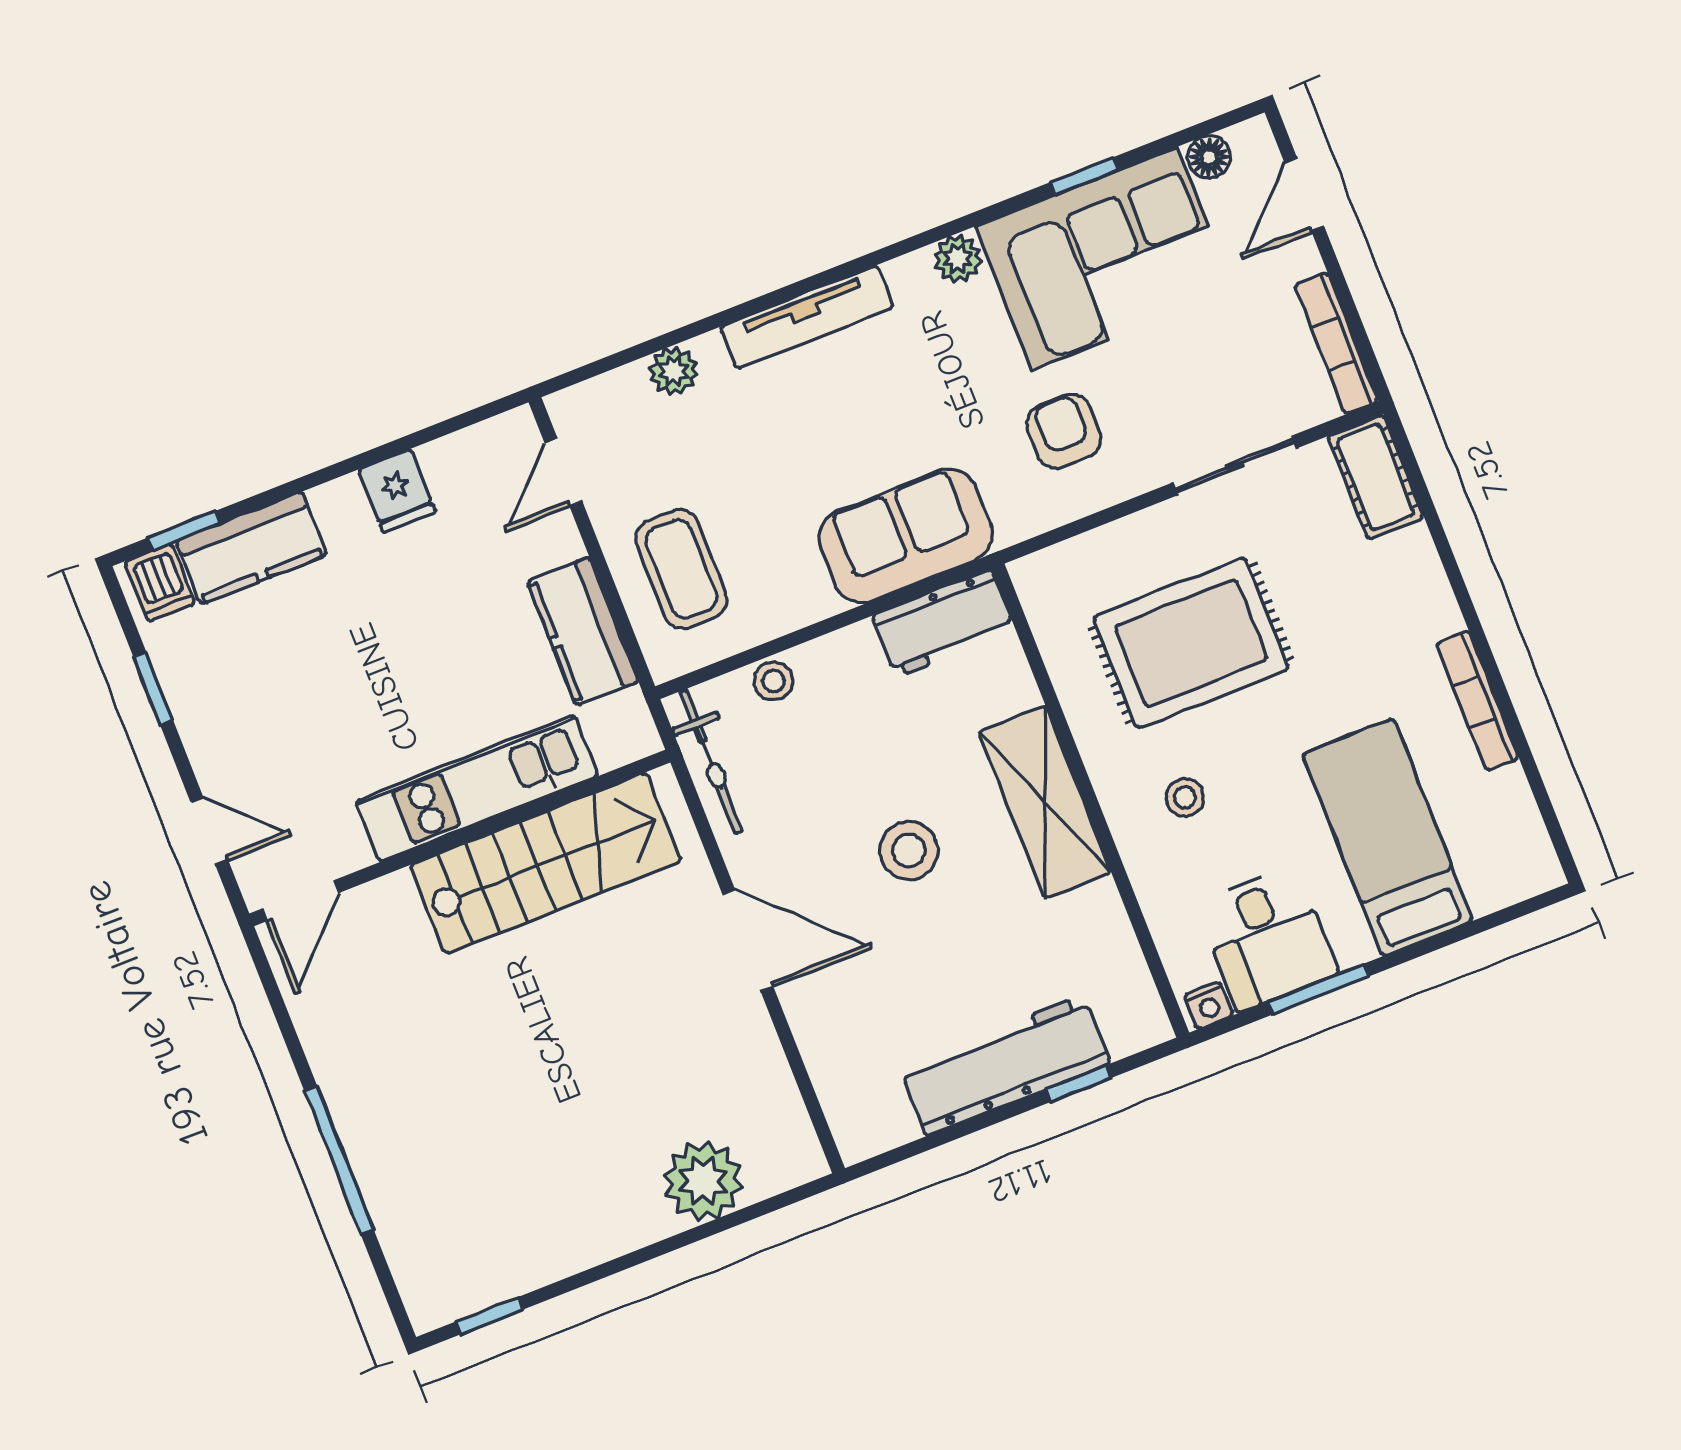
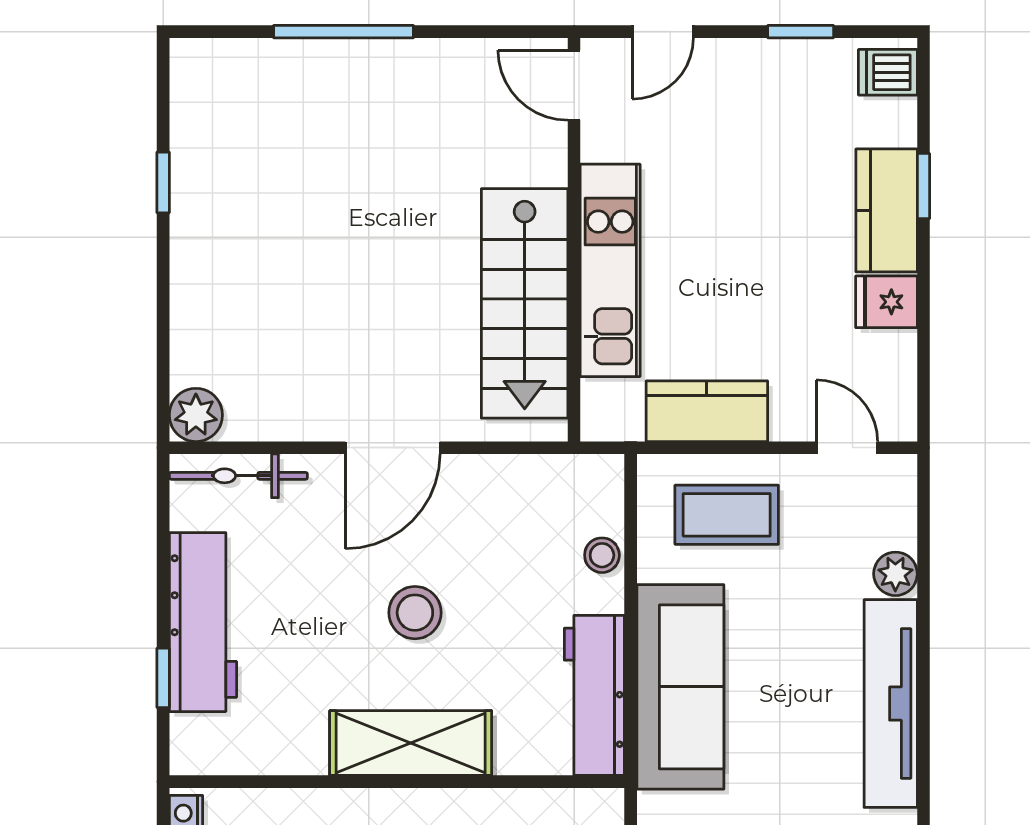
tv unit: (807, 317) -> (891, 704), width x1.36, depth x1.29
window: (184, 531) -> (923, 186), moved
sofa: (906, 536) -> (680, 687), width x1.36
kitchen counter: (251, 548) -> (887, 210), moved
workbench: (944, 623) -> (594, 695), width x1.37
bicycle: (711, 761) -> (238, 476), moved
plant: (703, 1181) -> (196, 415), moved, width x0.73, depth x0.73
window: (489, 1316) -> (163, 182), moved

